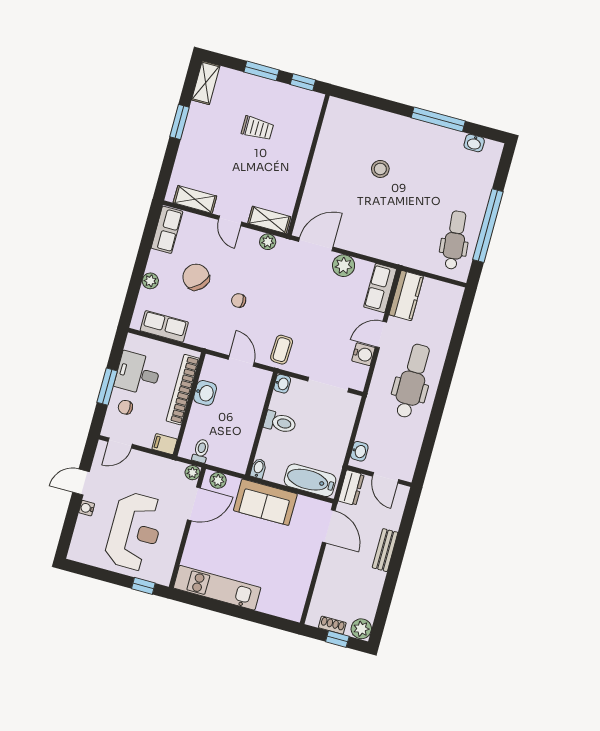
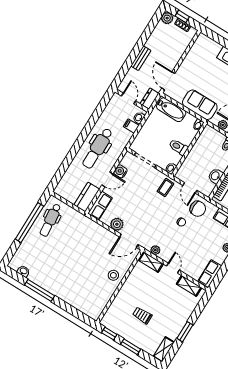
stool: (380, 169) -> (113, 275), moved
chair: (196, 277) -> (198, 209), moved, turned -44
filing cabinet: (368, 434) -> (131, 126), added

